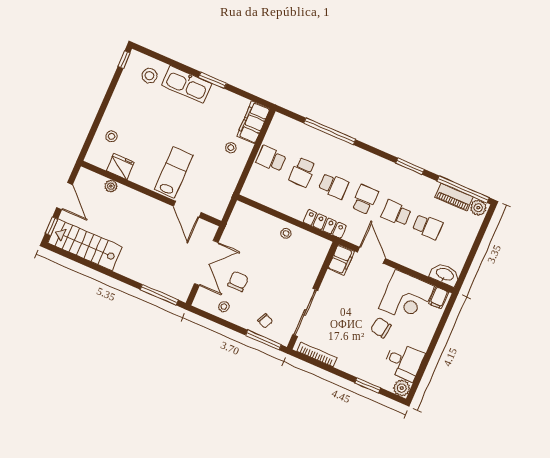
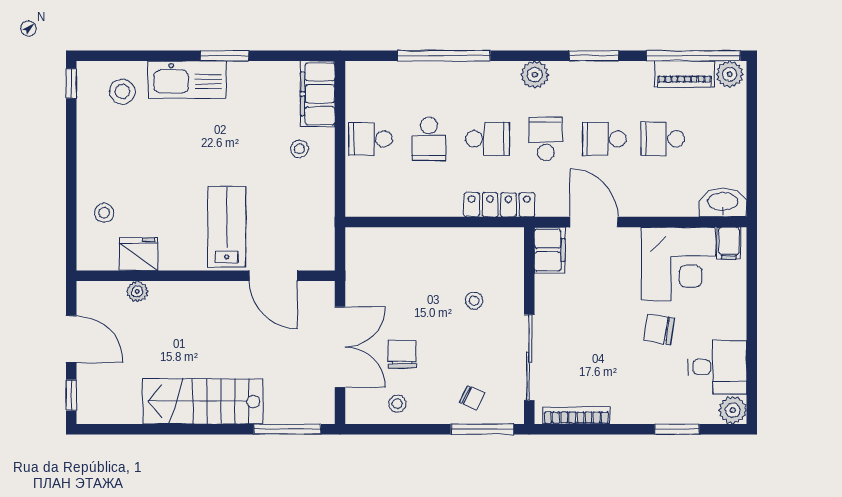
plant: (374, 163) -> (535, 75), added
school desk: (427, 227) -> (663, 139), turned 180
stool: (286, 233) -> (474, 301), moved
stairs: (85, 245) -> (203, 401), moved

